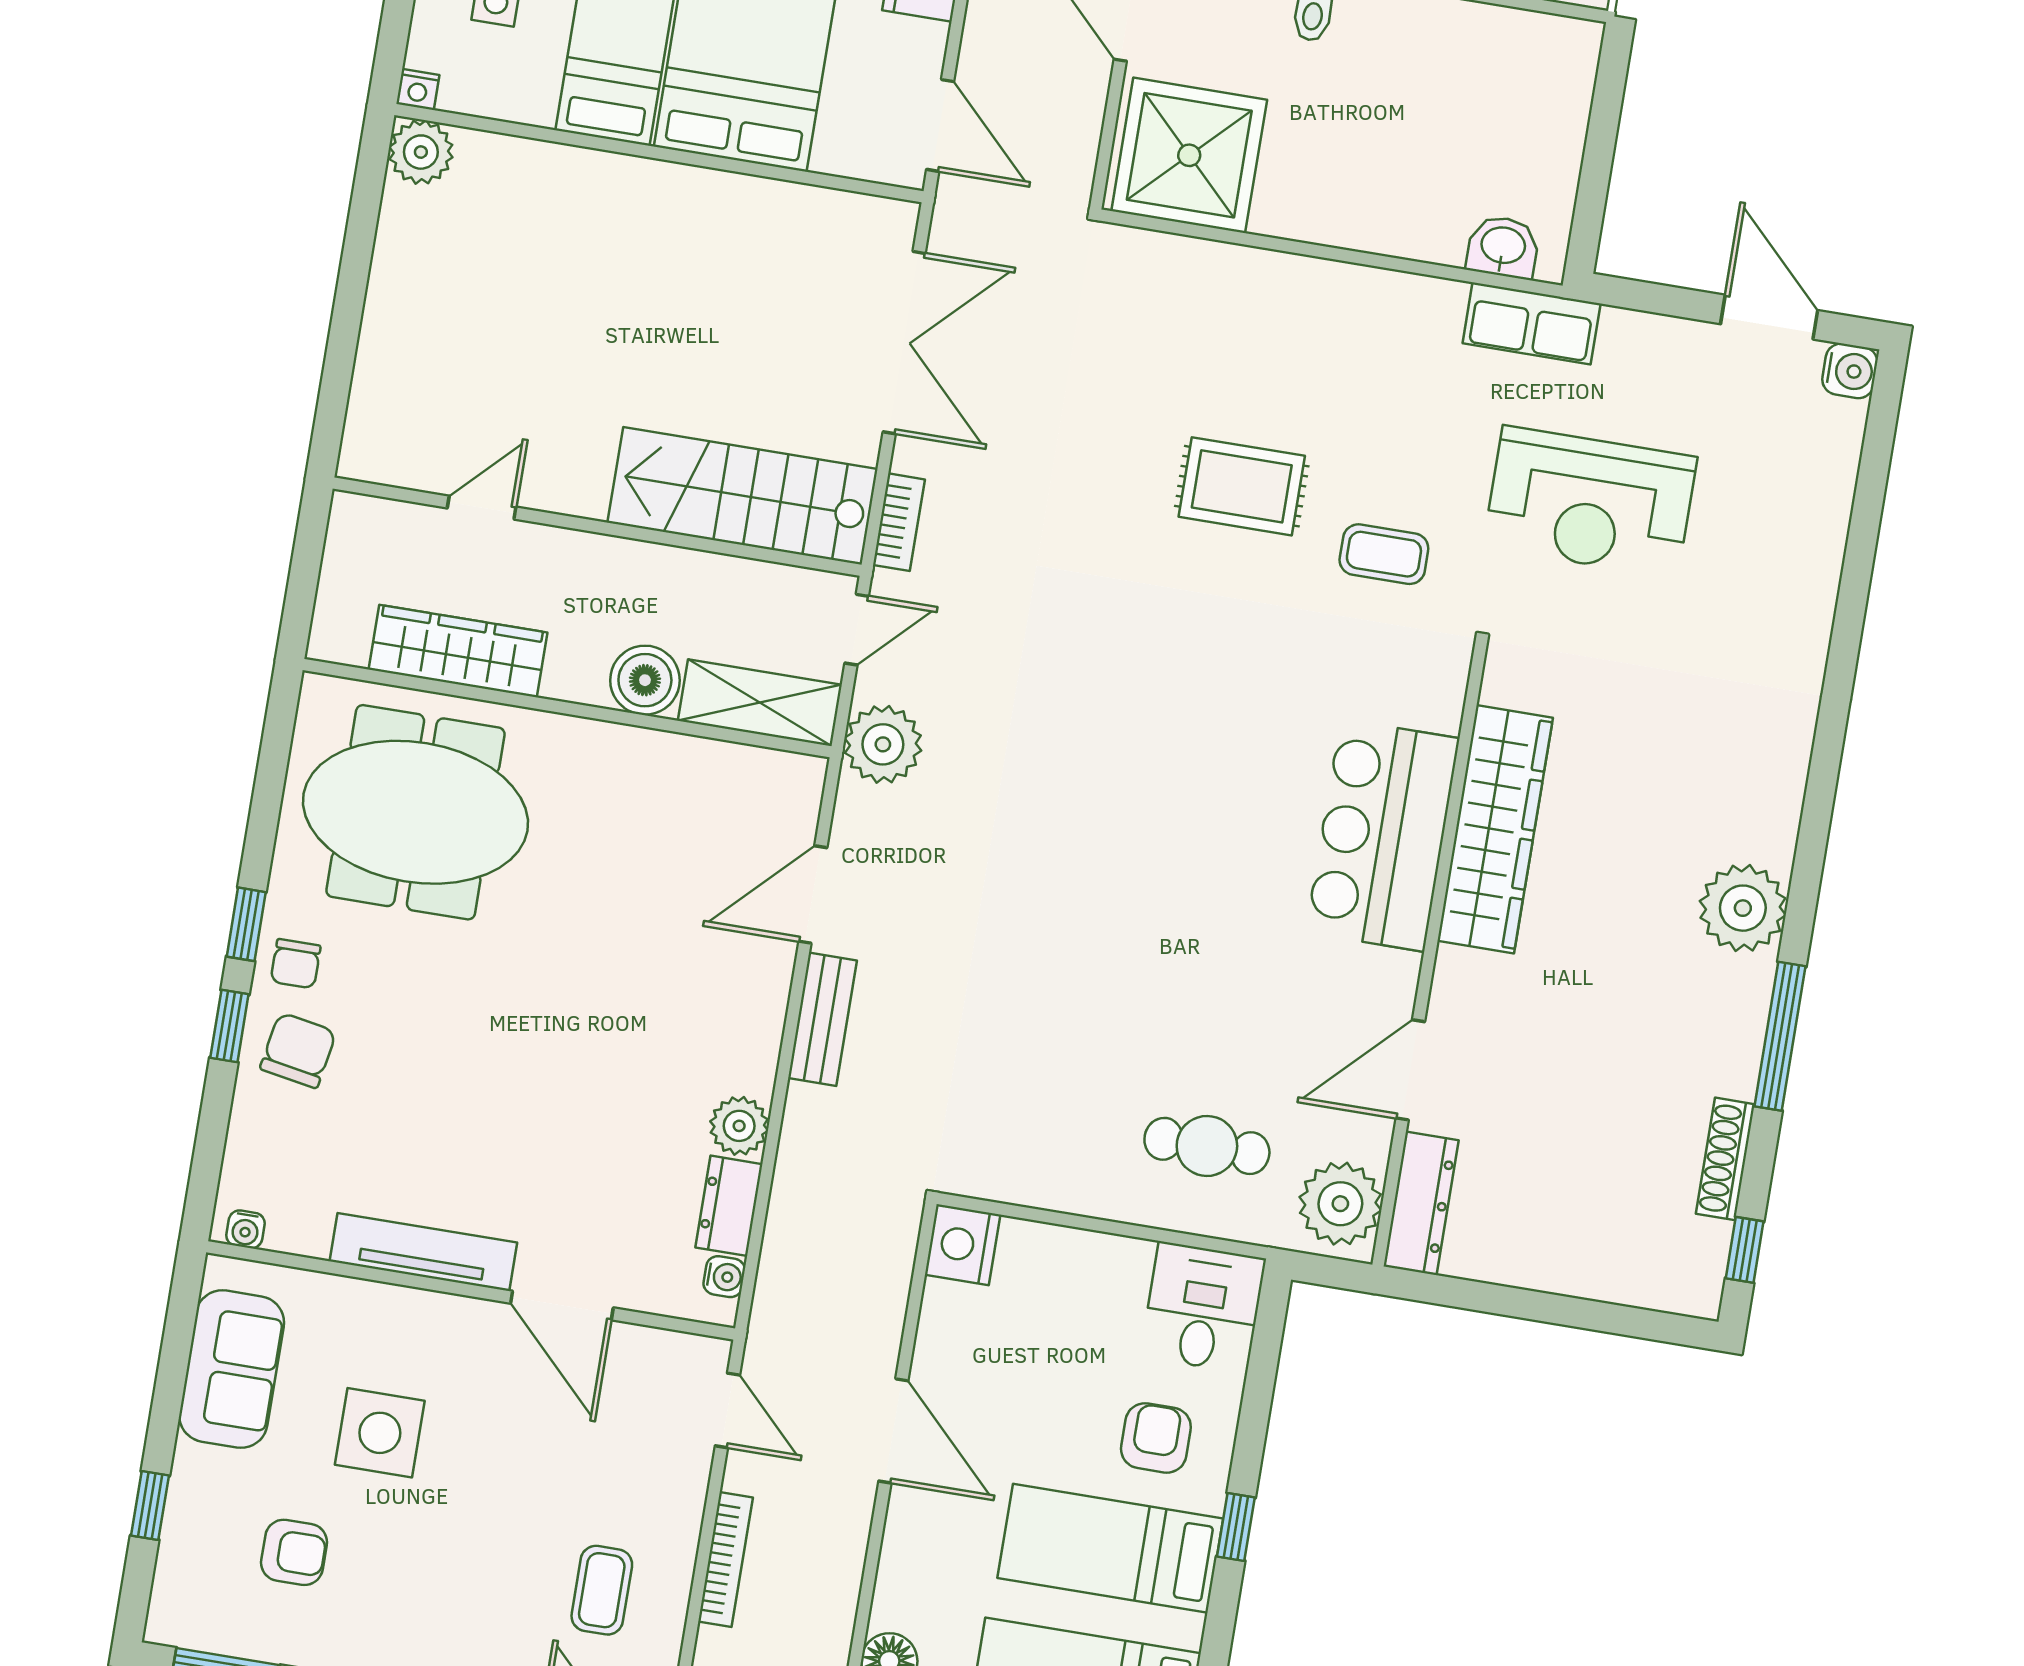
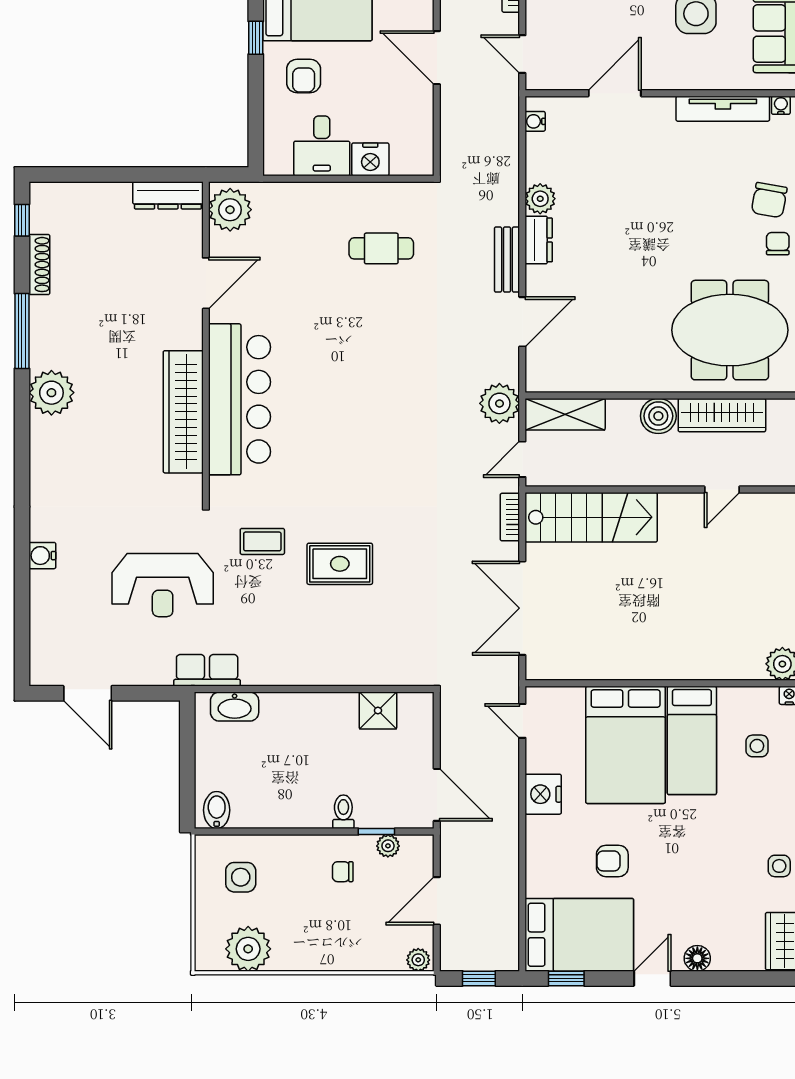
bidet: (1558, 51) -> (217, 810), added
door: (940, 125) -> (522, 721), width x0.73
shower: (1189, 155) -> (378, 711), width x0.54, depth x0.54
washbasin: (1503, 247) -> (235, 707), width x1.38
water cooler: (1850, 371) -> (42, 556), moved
reception desk: (1590, 502) -> (163, 585), turned 180
boiler: (645, 680) -> (658, 416), moved
bar counter: (1383, 835) -> (240, 399), width x1.36
cafe table: (1207, 1146) -> (381, 248), moved
dresser: (1421, 1203) -> (168, 195), moved, turned -90
dresser: (729, 1206) -> (539, 240), moved
nightstand: (963, 1245) -> (370, 159), moved, turned 90
tv unit: (423, 1252) -> (723, 109), moved
door: (562, 1306) -> (615, 93), hinge flipped
desk: (1203, 1307) -> (322, 146), moved

